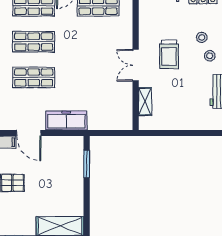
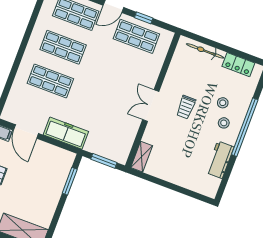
trolley: (169, 54) -> (186, 107), width x0.73, depth x0.72
shelving: (145, 102) -> (142, 157), moved
window: (111, 133) -> (104, 161), added

